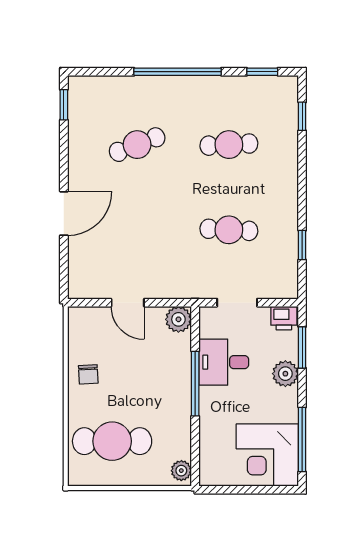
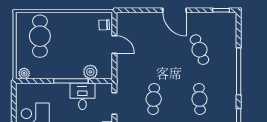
door: (64, 213) -> (175, 10), moved
door: (128, 303) -> (114, 45), swing flipped
plant: (178, 319) -> (90, 72), moved
chair: (88, 374) -> (104, 25), moved

